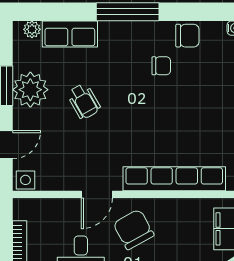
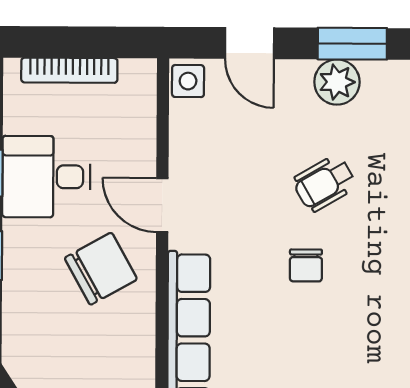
chair: (161, 66) -> (306, 265), moved
plant: (30, 90) -> (337, 82), width x0.73, depth x0.73

